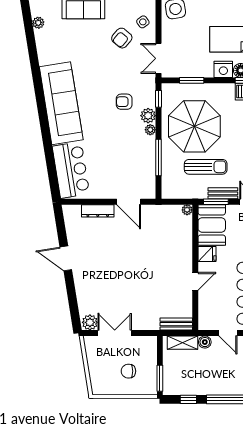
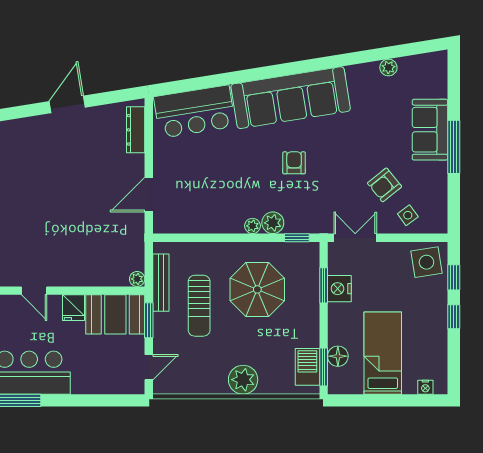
plant: (38, 23) -> (388, 67), moved
armchair: (122, 38) -> (385, 185), turned -79
nightstand: (223, 69) -> (339, 289), moved
armchair: (124, 102) -> (294, 163), moved
parasol: (194, 126) -> (257, 289), width x0.73, depth x0.73
window: (158, 158) -> (212, 238), removed
bench: (223, 193) -> (161, 283), moved, width x1.36
dresser: (98, 211) -> (136, 130), moved

